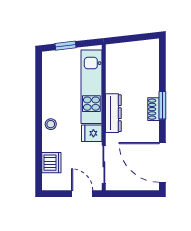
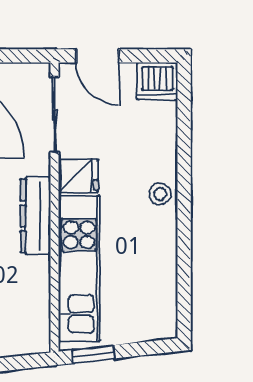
window: (66, 46) -> (93, 354), moved
dishwasher: (51, 163) -> (157, 81), moved, turned -90

